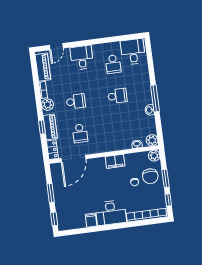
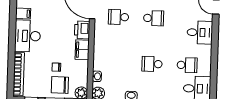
school desk: (113, 64) -> (187, 65), turned 180
school desk: (117, 96) -> (152, 64), turned 90
school desk: (76, 101) -> (154, 18), turned -90
printer: (97, 164) -> (82, 30), added

